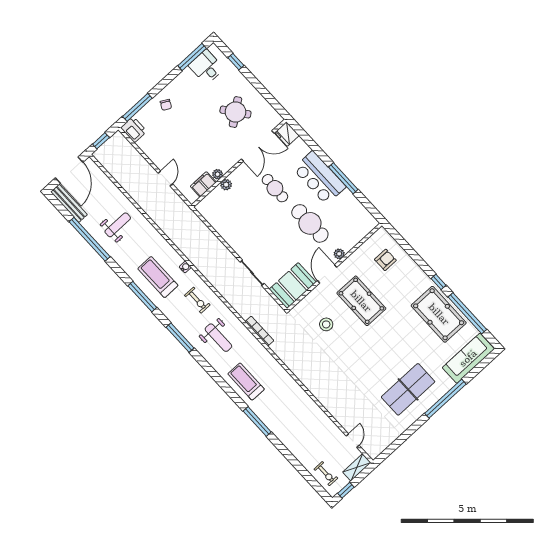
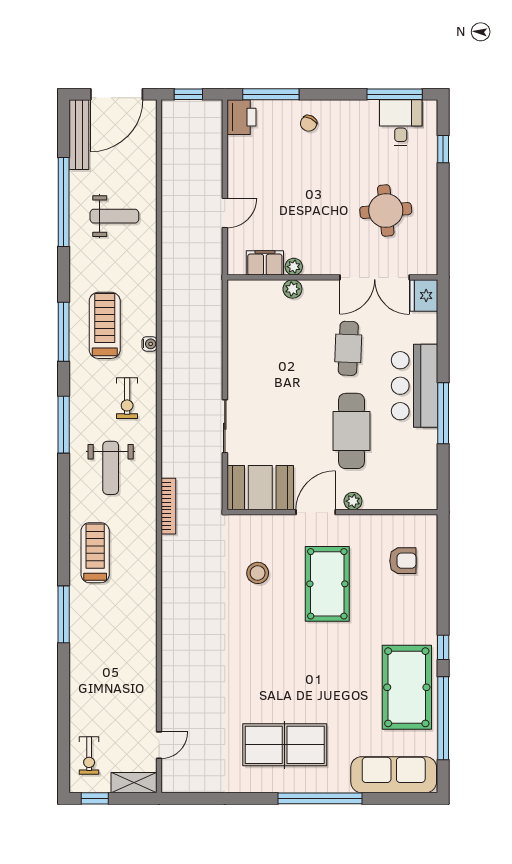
round table: (235, 112) -> (386, 211), turned 32

